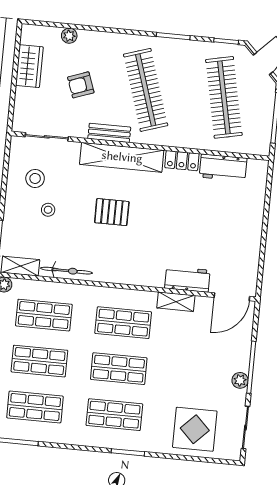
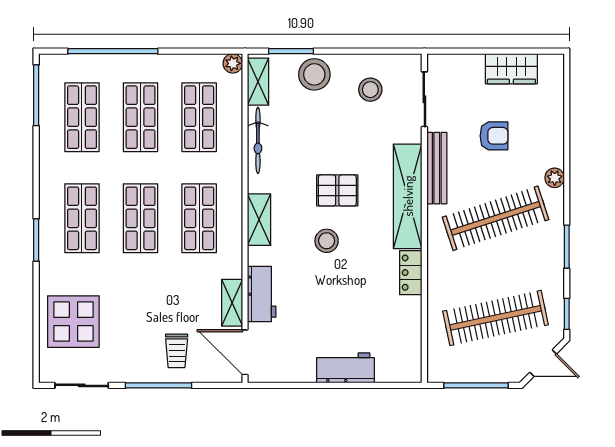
plant: (69, 36) -> (555, 178), moved
armchair: (81, 85) -> (494, 136), turned 110
bench: (109, 133) -> (437, 168), width x1.36
workbench: (223, 168) -> (346, 368), moved, turned 90
stool: (48, 210) -> (314, 74), moved, width x1.89, depth x1.89
pallet: (112, 212) -> (337, 190), turned 90
stool: (150, 224) -> (327, 241), added
shelving: (129, 276) -> (259, 220), added
shelving: (176, 302) -> (232, 303), moved
trolley: (226, 350) -> (177, 351), added
plant: (240, 380) -> (141, 373), removed

